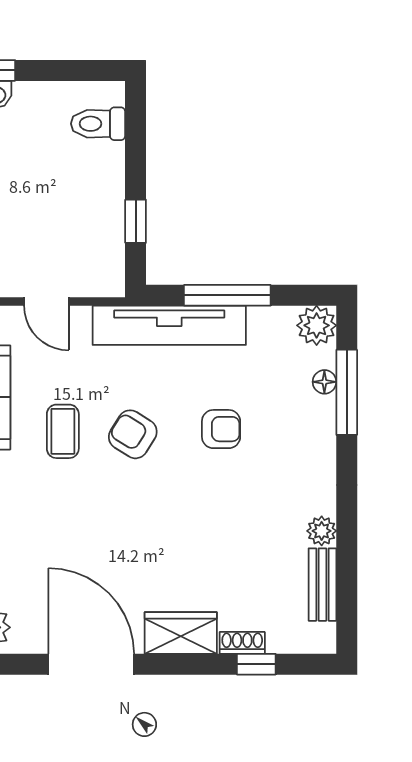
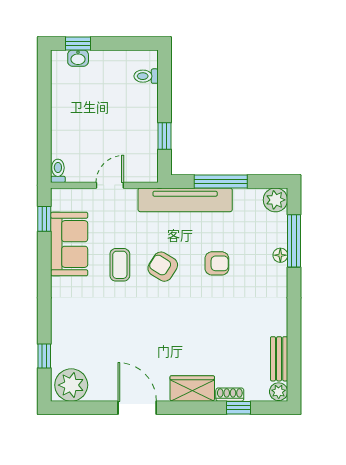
toilet: (98, 124) -> (146, 76), width x0.73, depth x0.72
door: (46, 302) -> (110, 185), swing flipped
floor lamp: (324, 382) -> (280, 255), moved
plant: (322, 531) -> (279, 392), moved
door: (91, 664) -> (137, 408), width x0.73

